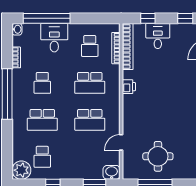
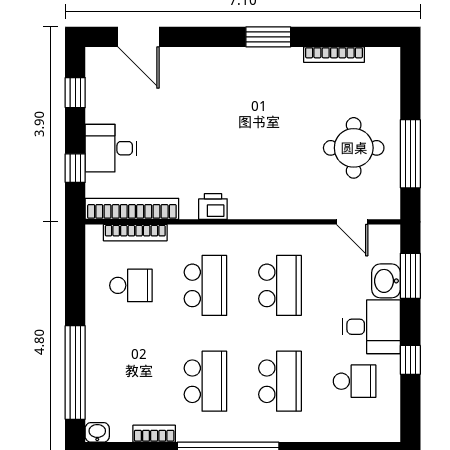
desk: (54, 38) -> (371, 327), moved, turned 180
school desk: (42, 83) -> (205, 381), width x1.85
door: (121, 142) -> (352, 222), moved
plant: (21, 170) -> (382, 423), removed
washbasin: (112, 172) -> (386, 281), moved

